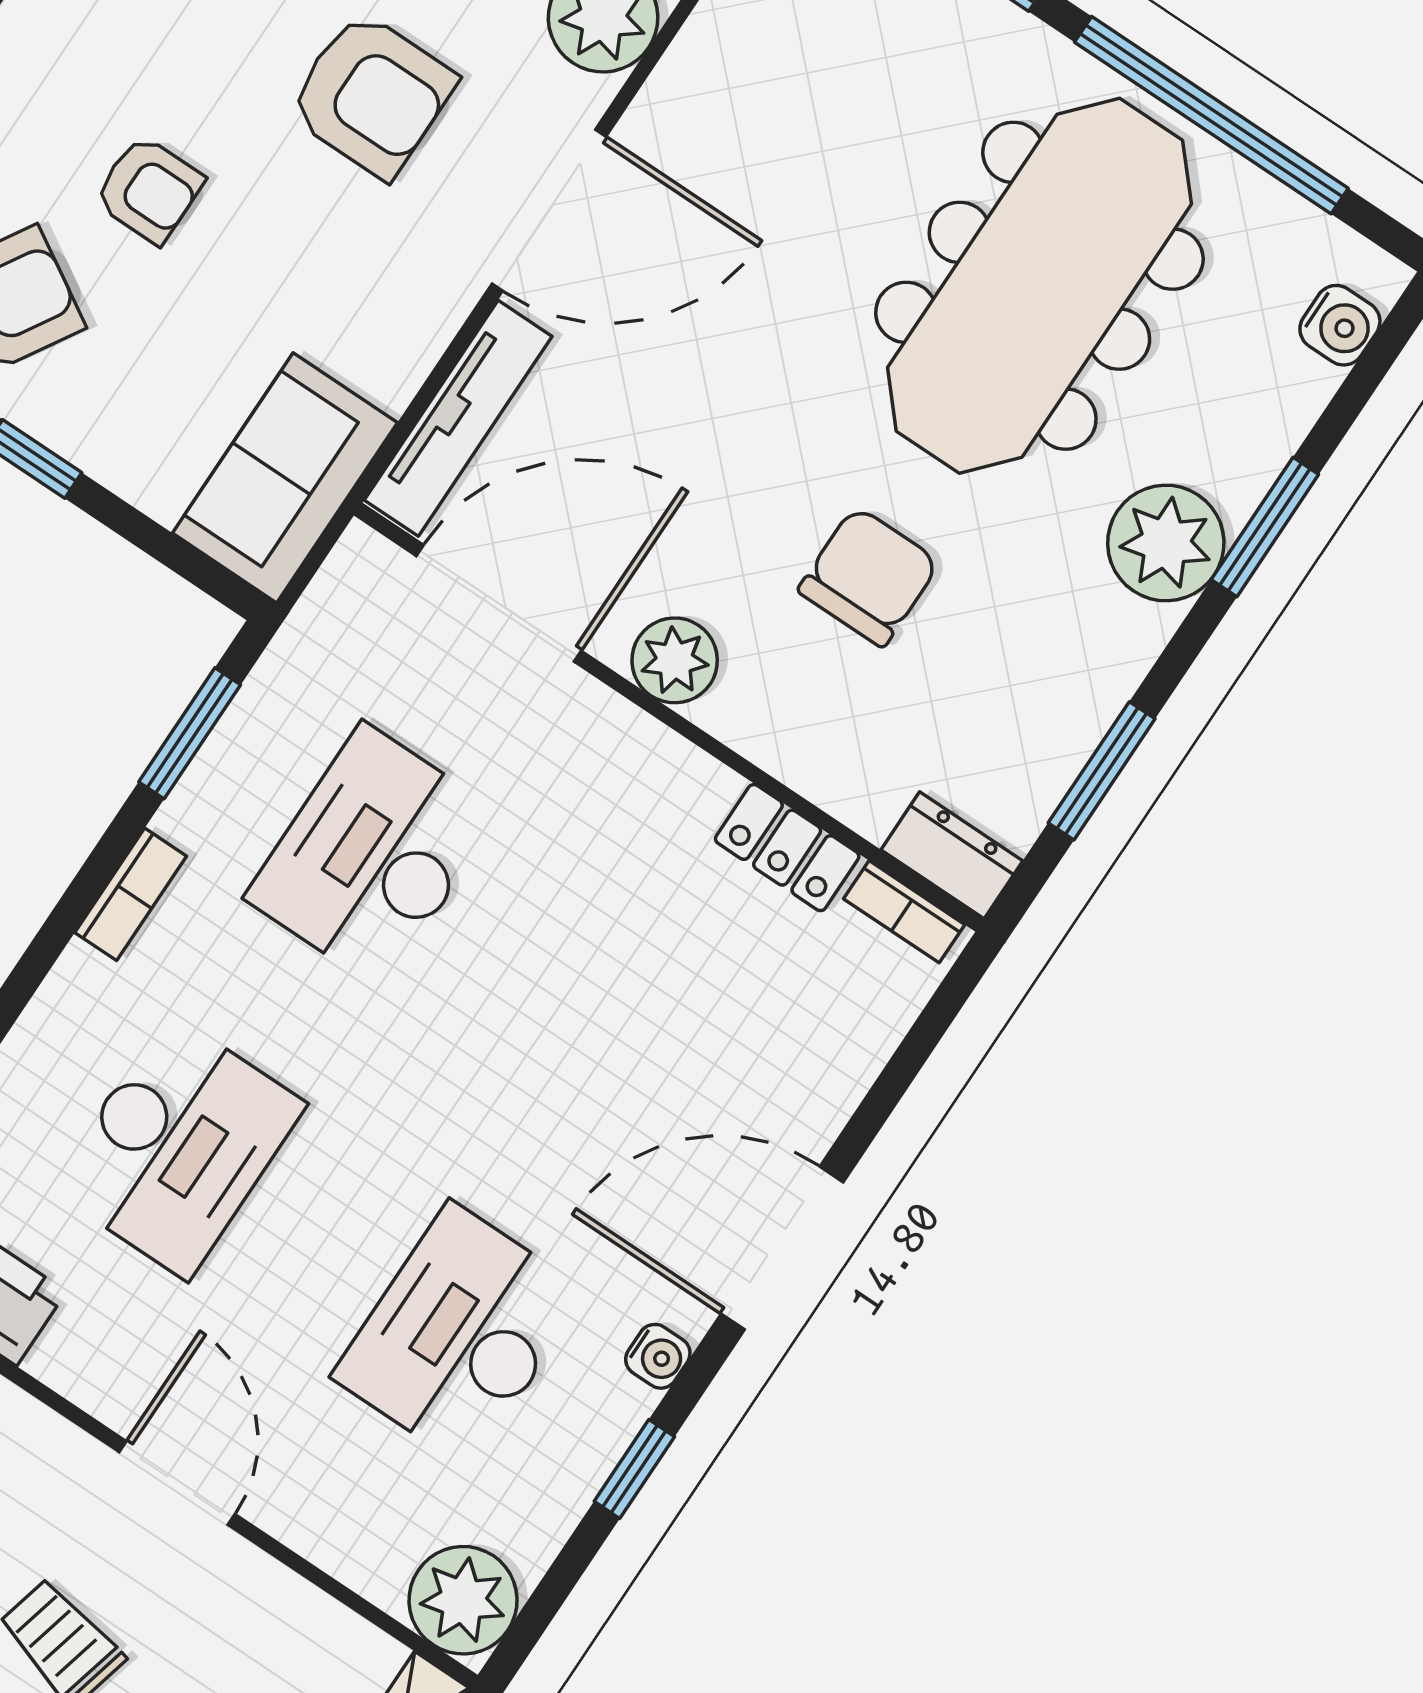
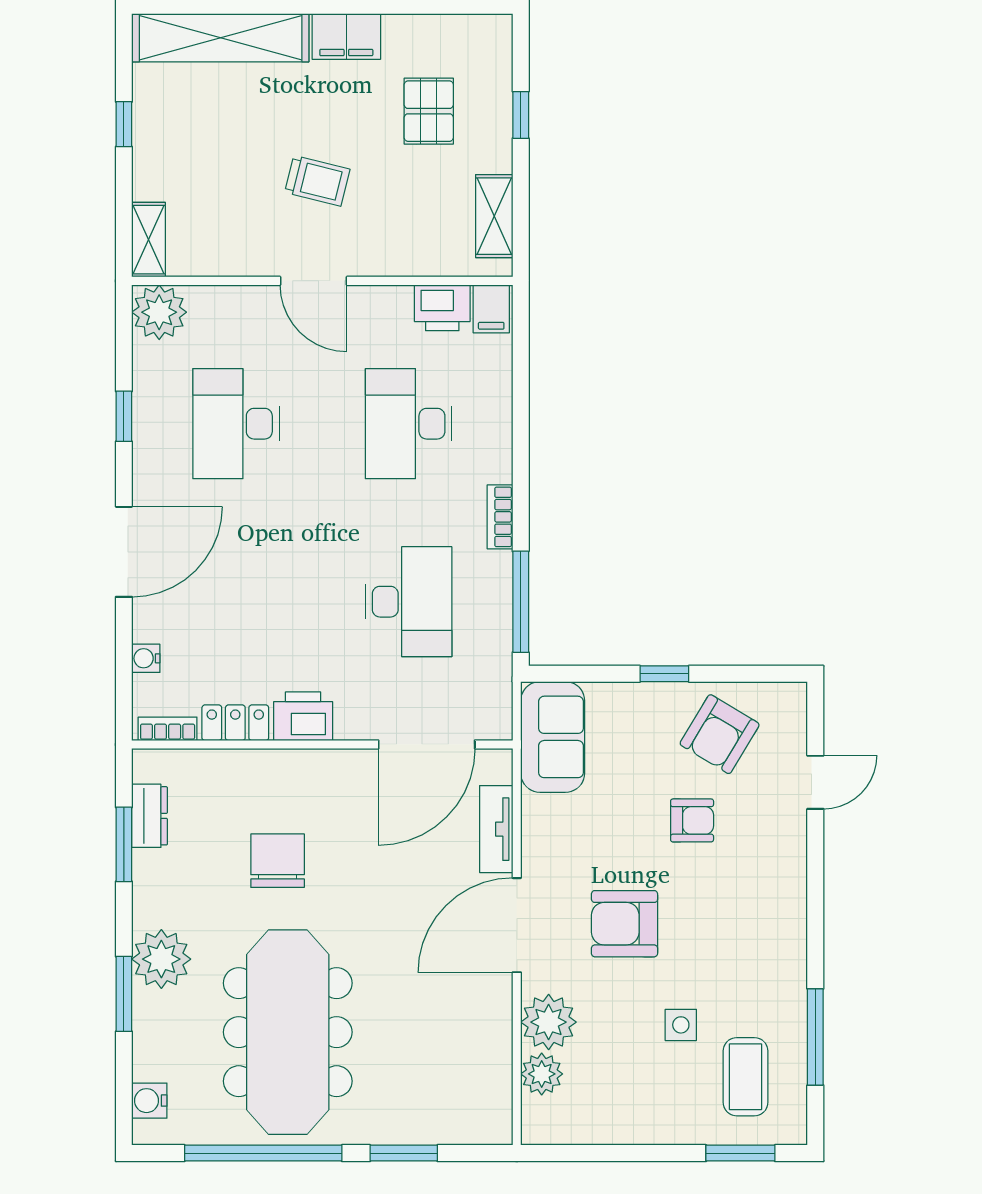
armchair: (149, 190) -> (692, 820), turned 180
tv unit: (458, 418) -> (496, 829), width x0.71
chair: (869, 576) -> (278, 861), turned 180
plant: (675, 660) -> (336, 770), removed
window: (190, 733) -> (521, 602), width x1.44
printer: (669, 784) -> (303, 716), added
dresser: (952, 855) -> (150, 816), moved, turned -90
desk: (459, 1335) -> (236, 424), turned 180
water cooler: (658, 1356) -> (146, 658), moved

